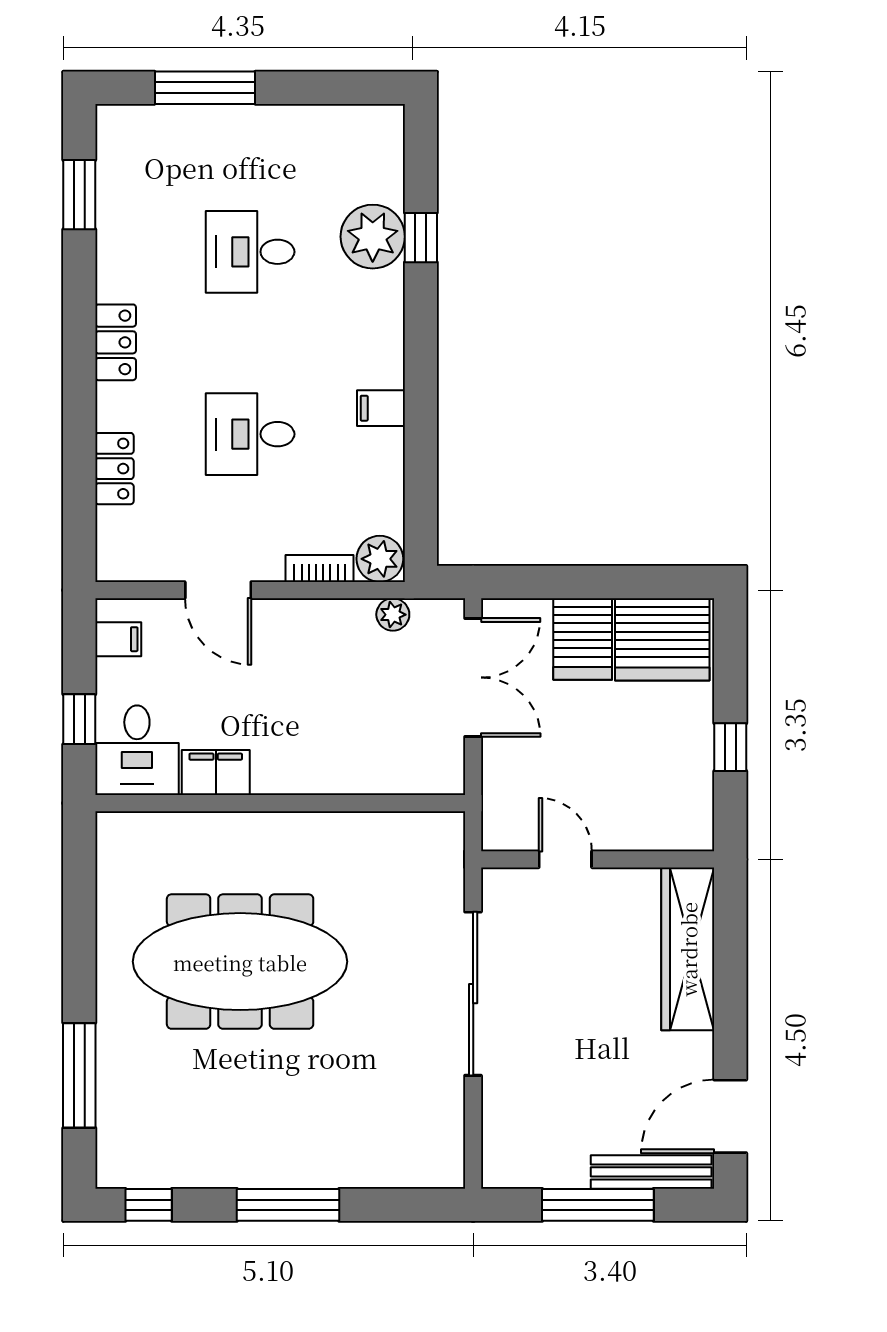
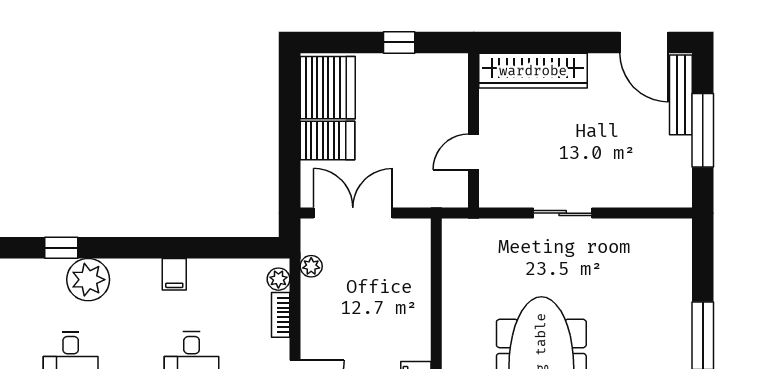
plant: (373, 237) -> (88, 280), moved
plant: (380, 559) -> (278, 279), width x0.73, depth x0.73
sliding door: (473, 994) -> (563, 213), width x0.54

